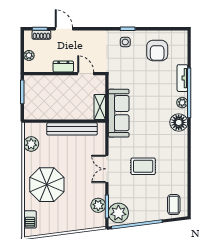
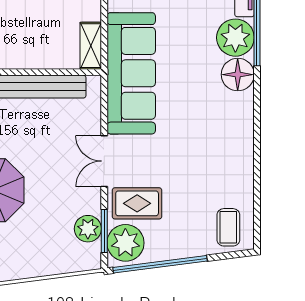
plant: (182, 103) -> (235, 38), width x1.88, depth x1.88
sofa: (119, 113) -> (131, 73), width x1.36, depth x1.27
rug: (143, 166) -> (137, 203), moved

